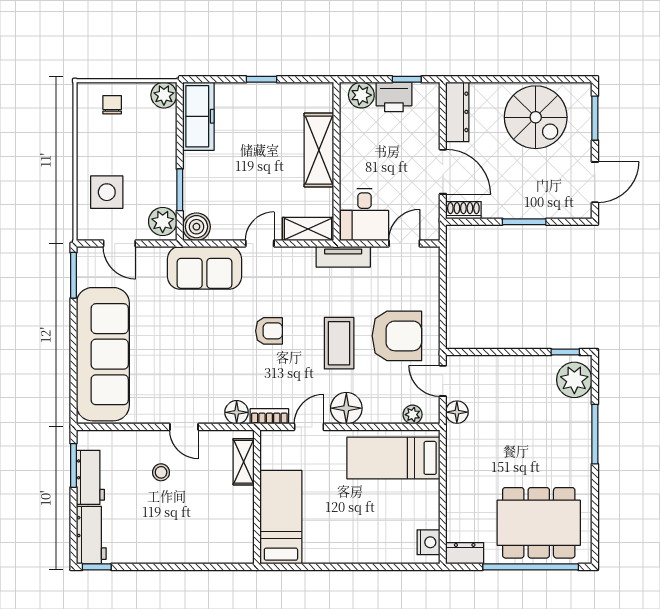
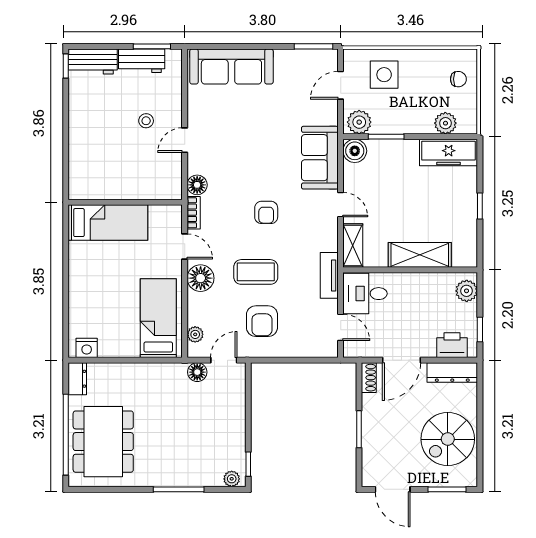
plant: (164, 95) -> (445, 123), moved
printer: (394, 97) -> (452, 345), moved, turned 90
armchair: (397, 336) -> (262, 321), width x0.73, depth x0.73
sofa: (103, 354) -> (231, 67), width x0.74, depth x0.79
plant: (574, 380) -> (232, 479), width x0.53, depth x0.53
shelving: (244, 462) -> (155, 191), removed

